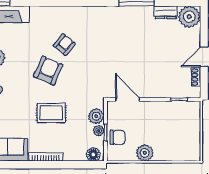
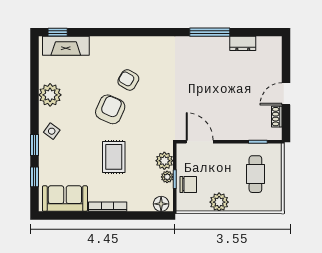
plant: (189, 17) -> (269, 49), removed
armchair: (64, 45) -> (128, 80), turned -100
rug: (51, 113) -> (114, 157), turned 90
cafe table: (177, 128) -> (255, 174), added

